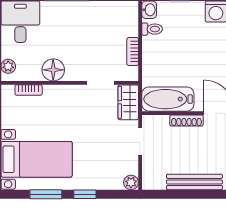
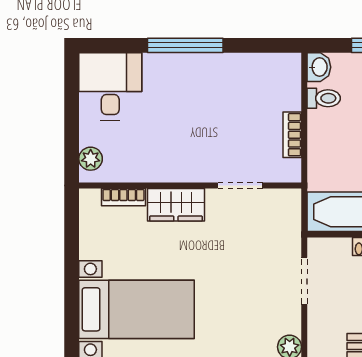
floor lamp: (53, 70) -> (163, 164), removed
wardrobe: (128, 102) -> (176, 205), moved, turned -90

